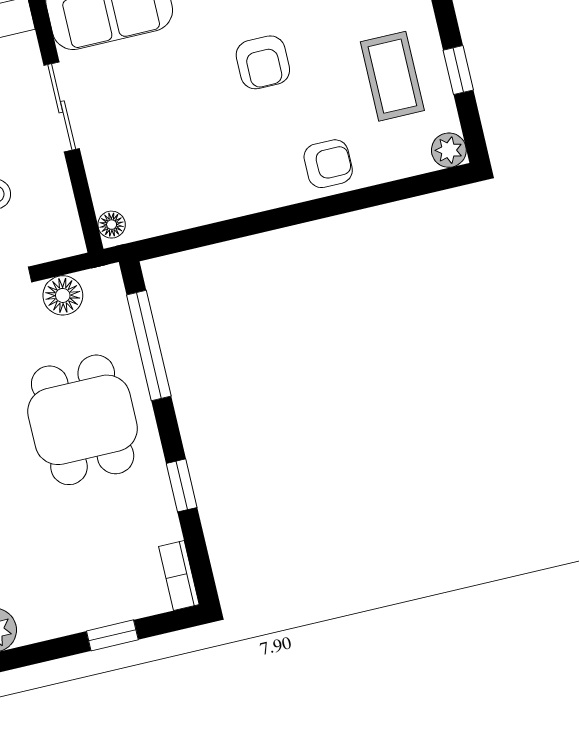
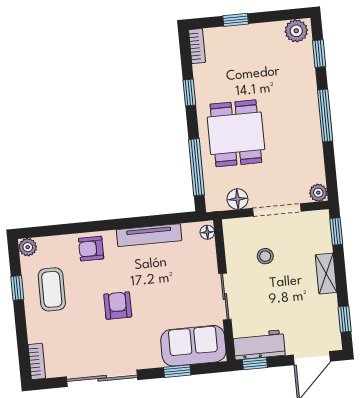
tv unit: (221, 204) -> (149, 235), added

